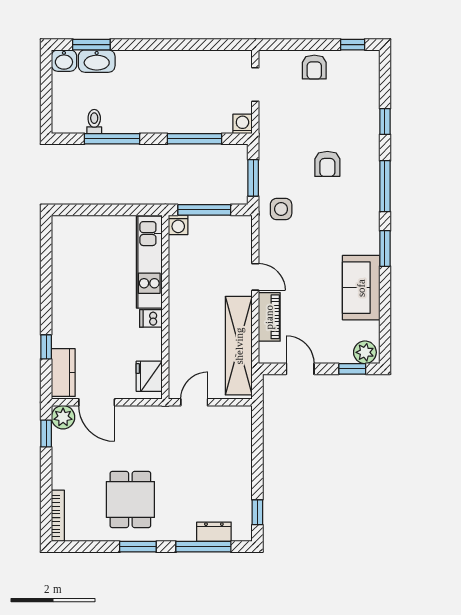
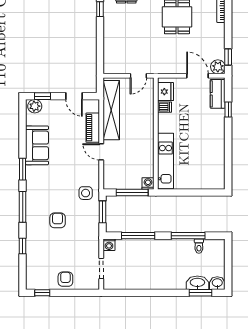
dishwasher: (151, 318) -> (165, 107), moved

